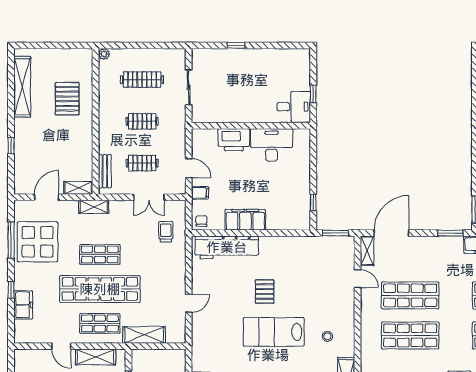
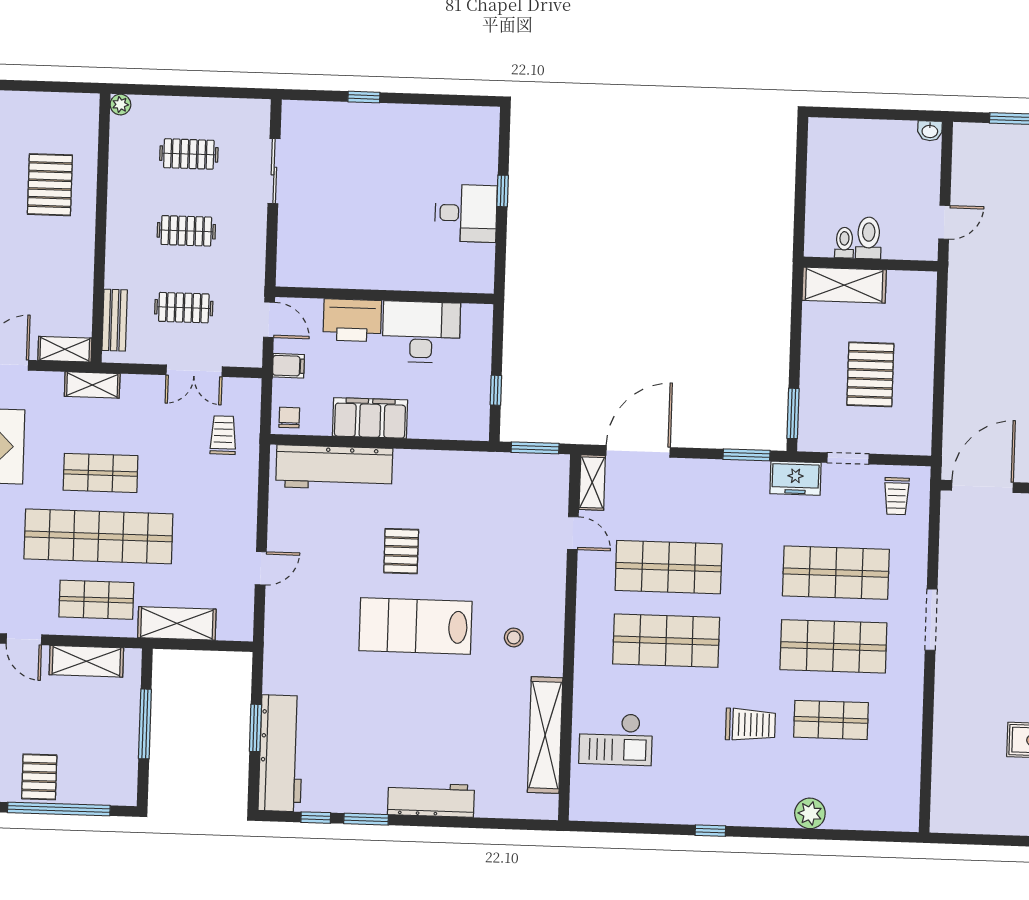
clothes rail: (142, 80) -> (189, 154), width x0.73
wall: (251, 126) -> (384, 295), moved
printer: (234, 140) -> (352, 320), moved
desk: (272, 145) -> (421, 332), moved

